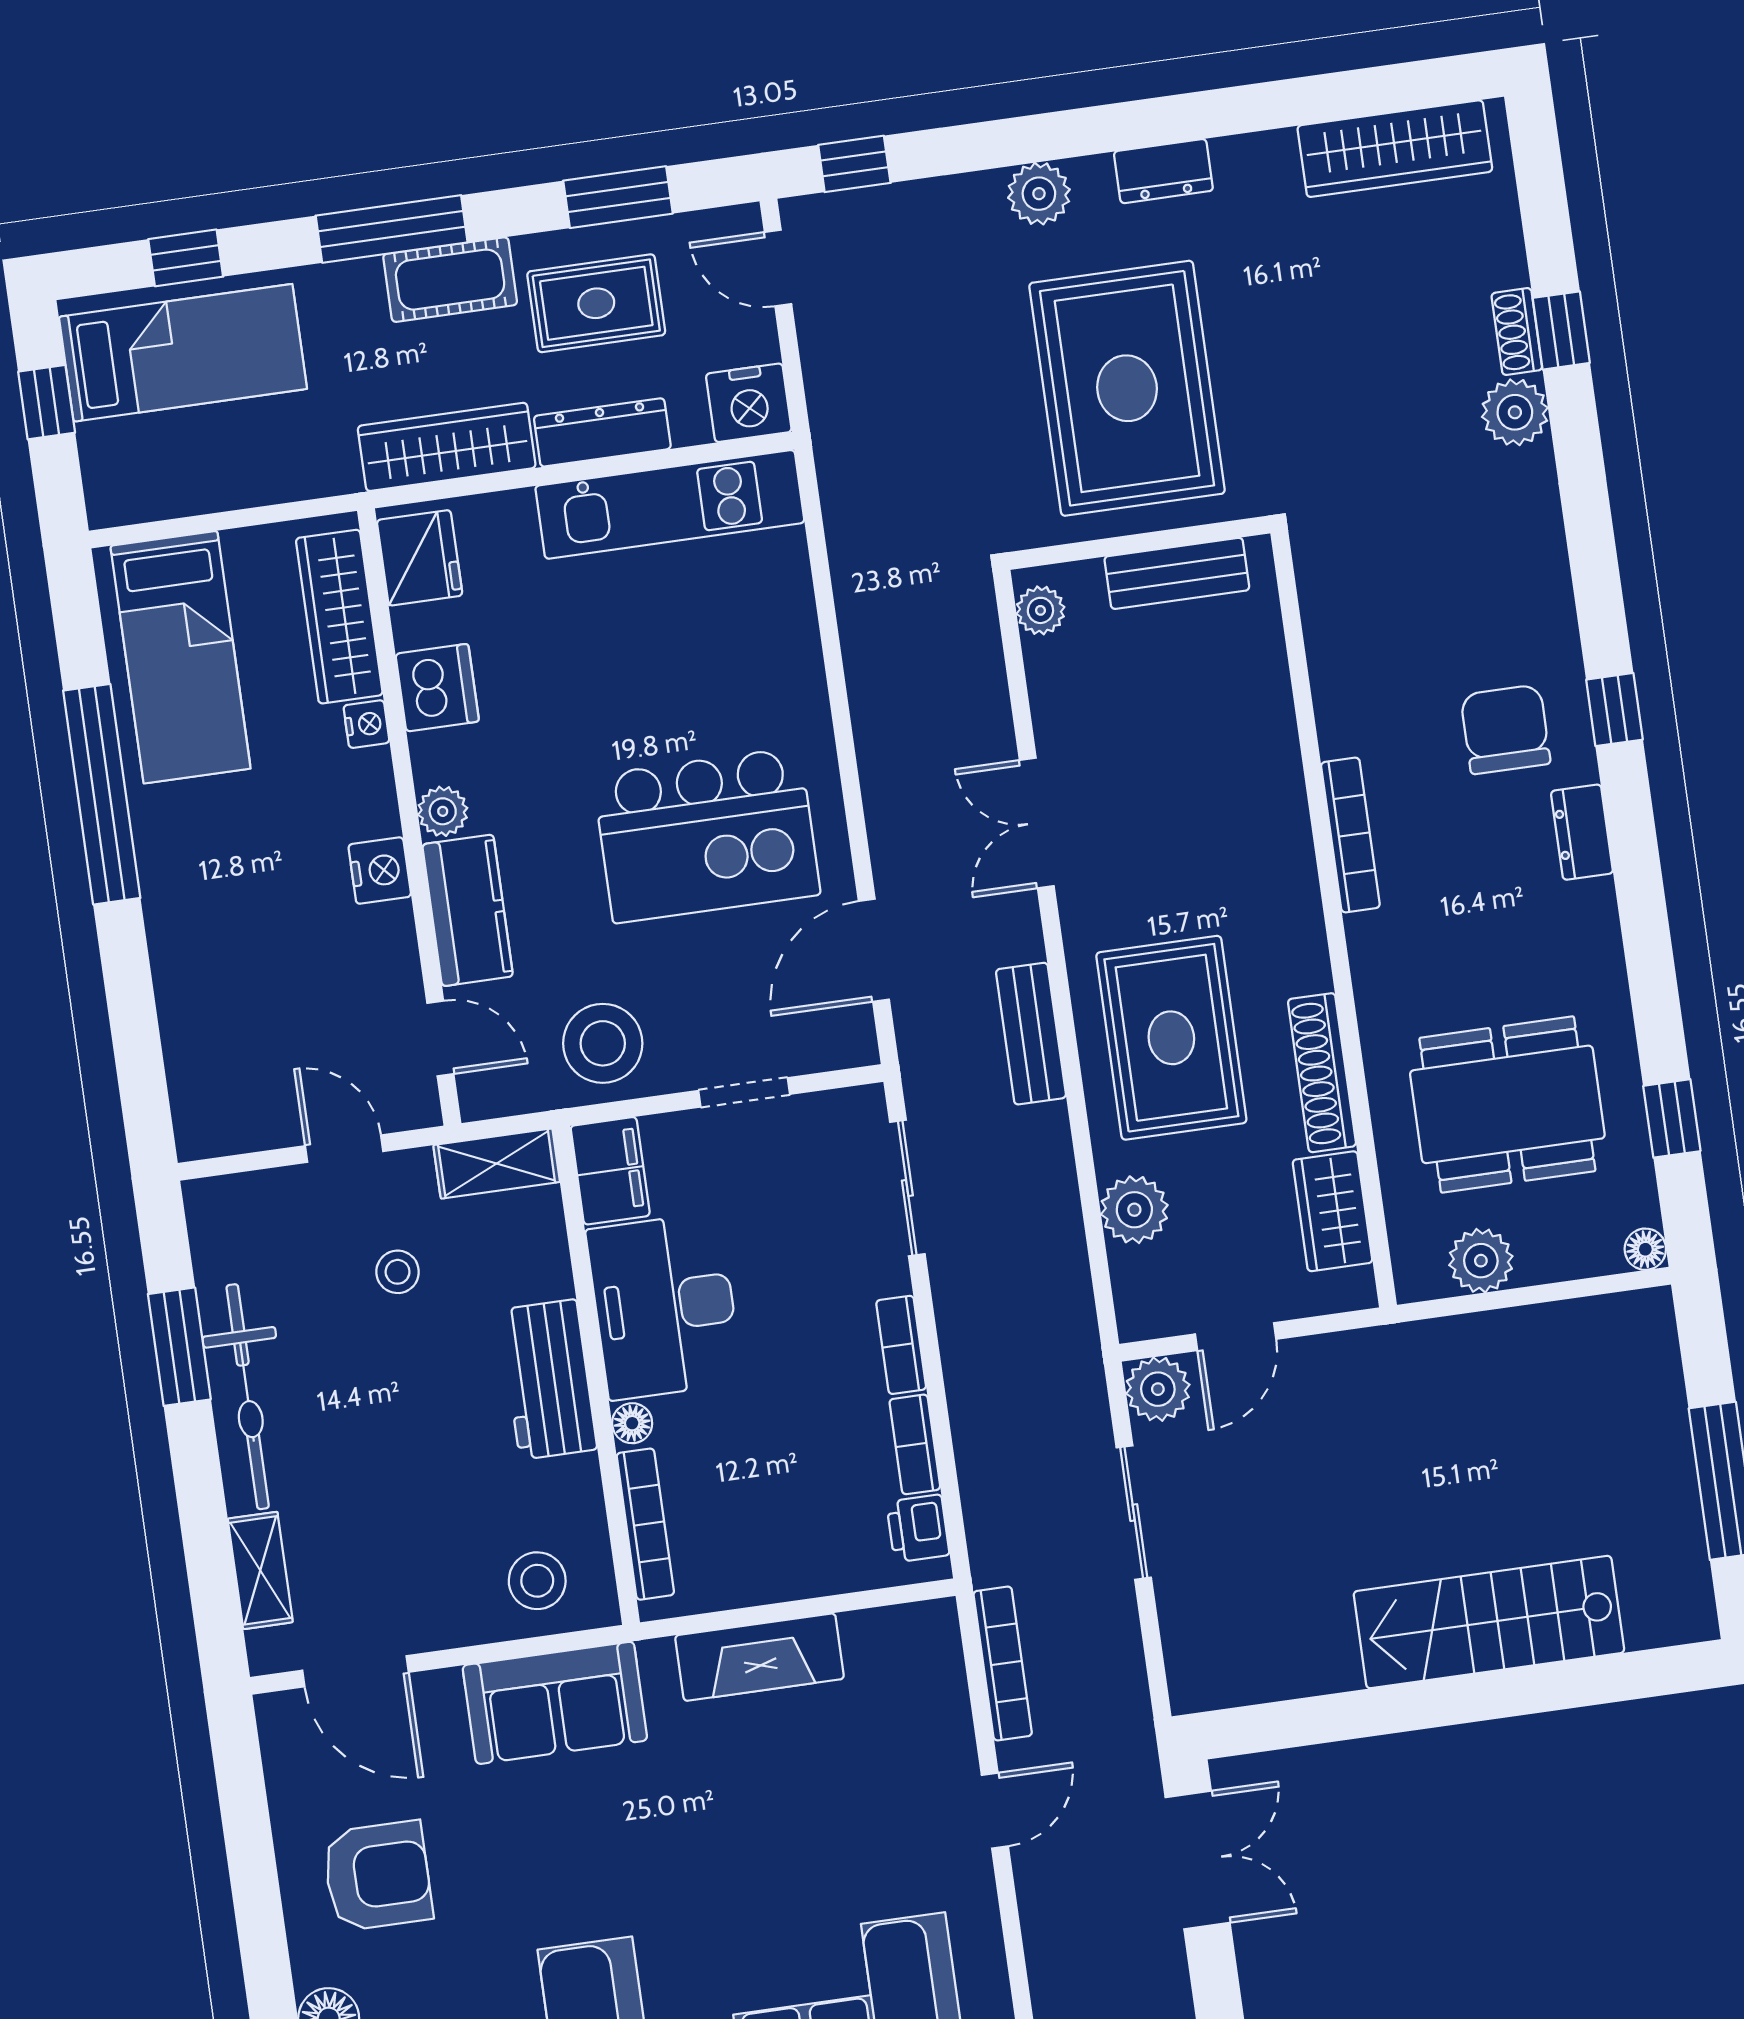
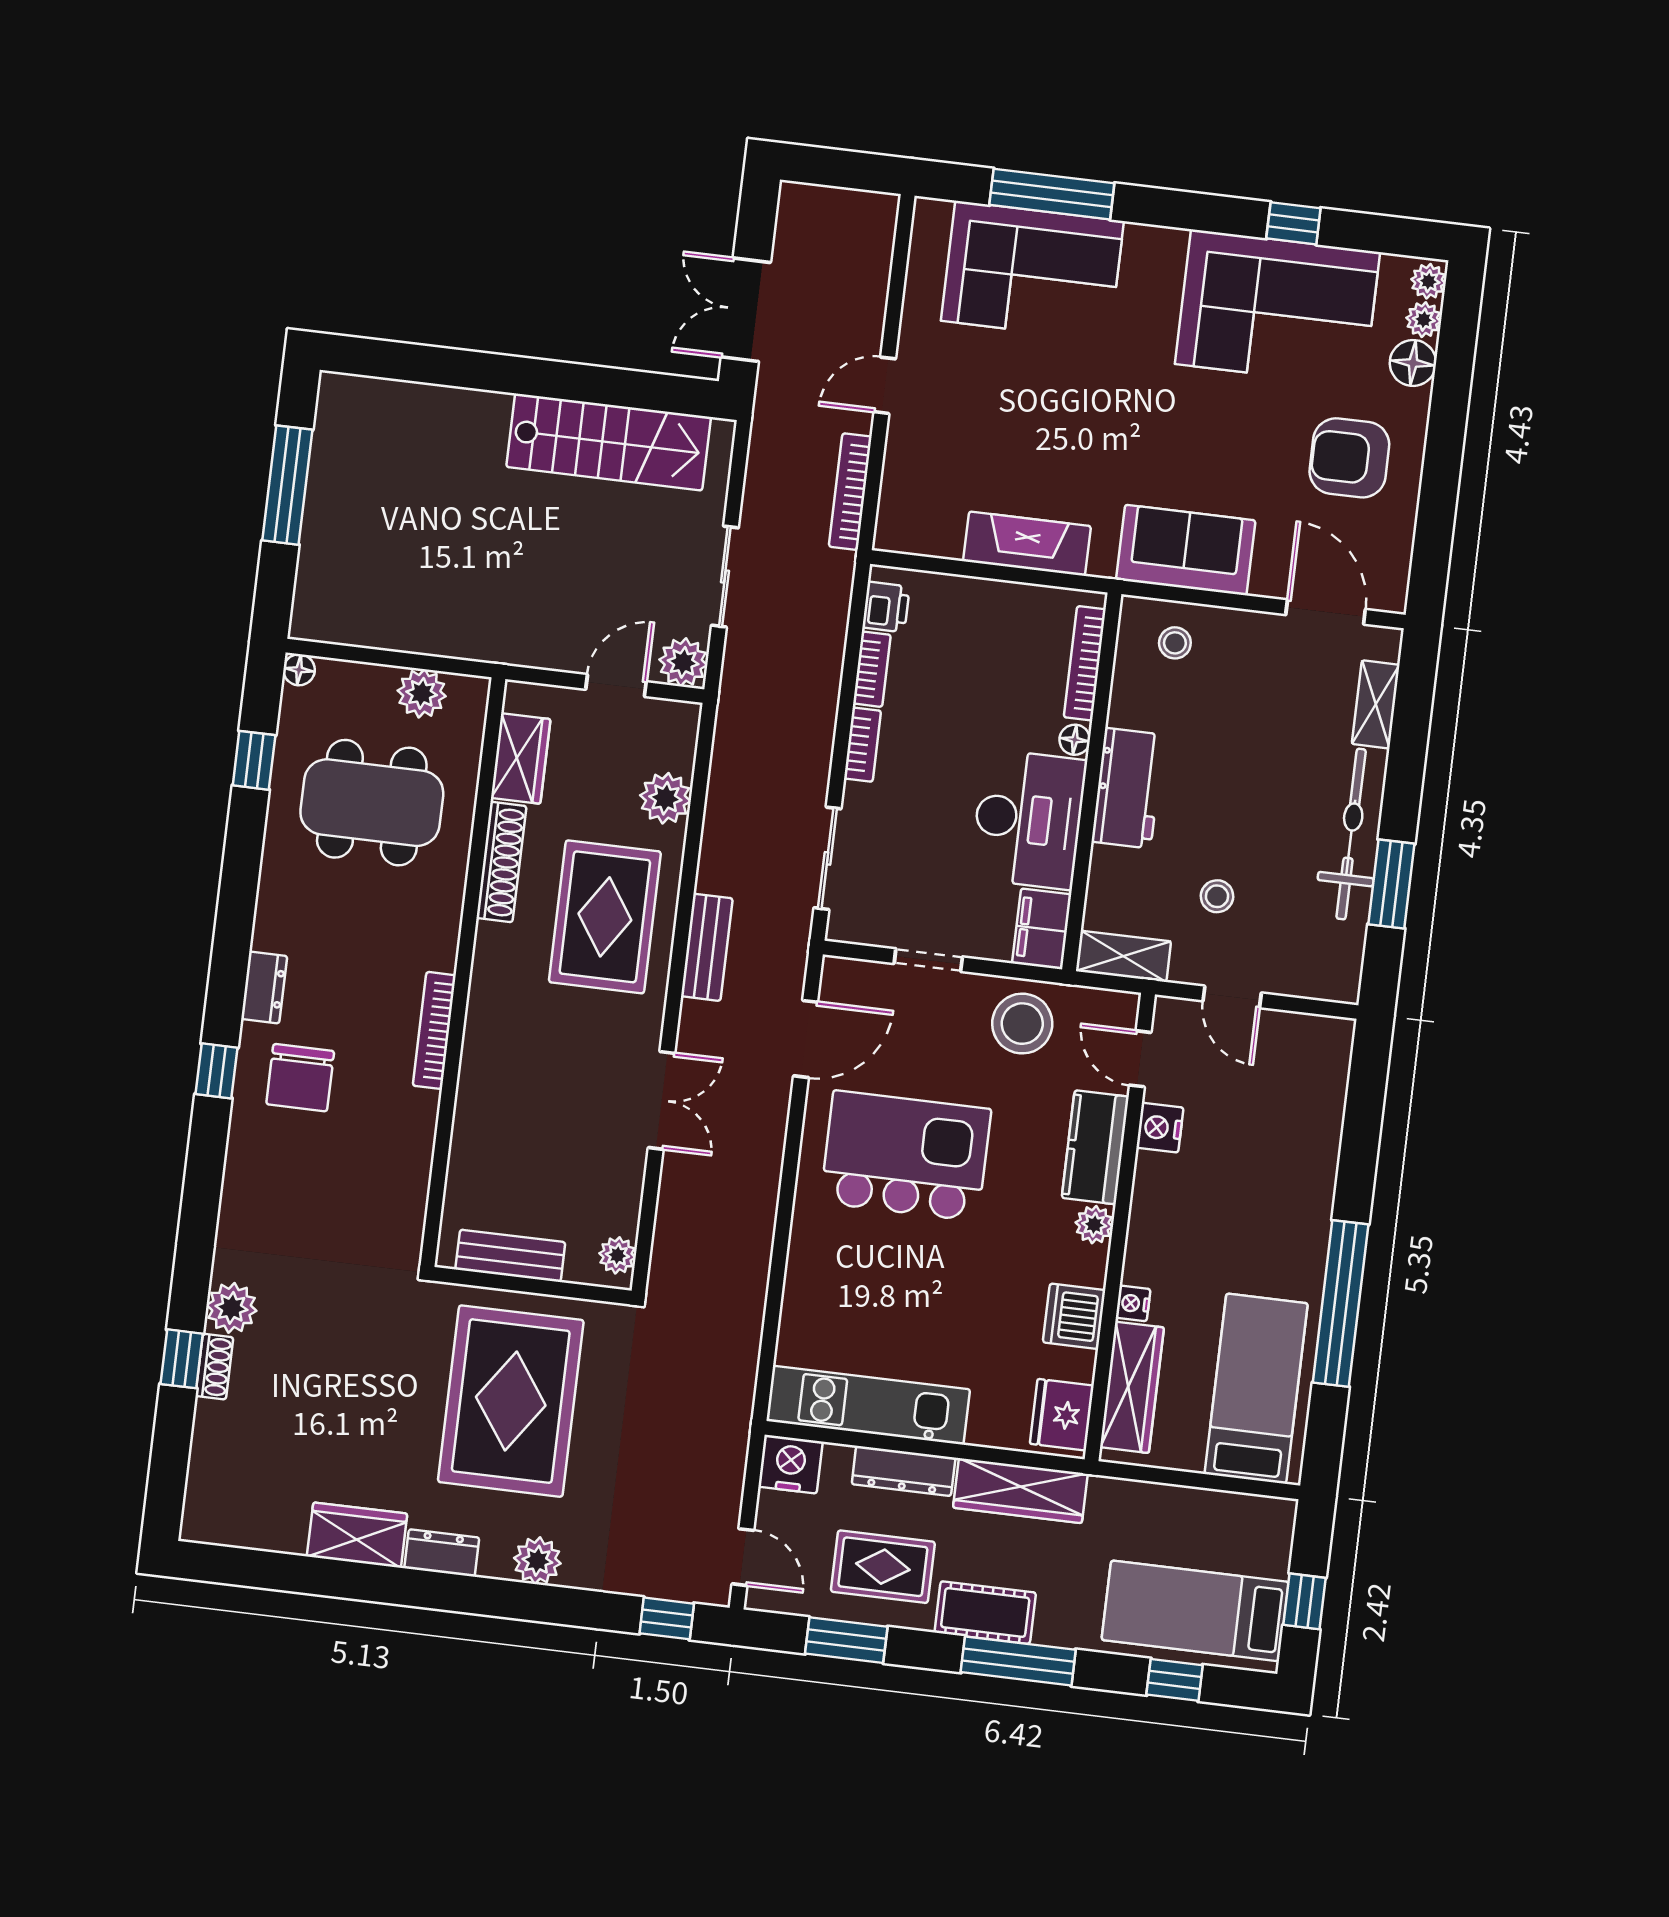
wardrobe: (1395, 149) -> (357, 1535), moved, width x0.67
nightstand: (380, 871) -> (1160, 1128), moved
stool: (537, 1581) -> (1175, 643), width x0.73, depth x0.73
stairs: (1489, 1622) -> (609, 442), moved

